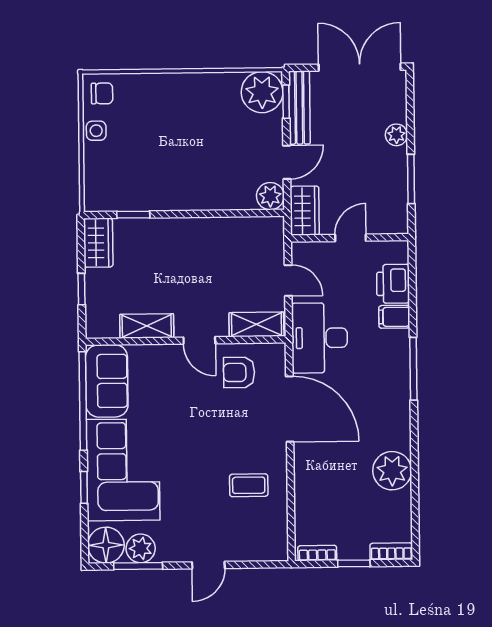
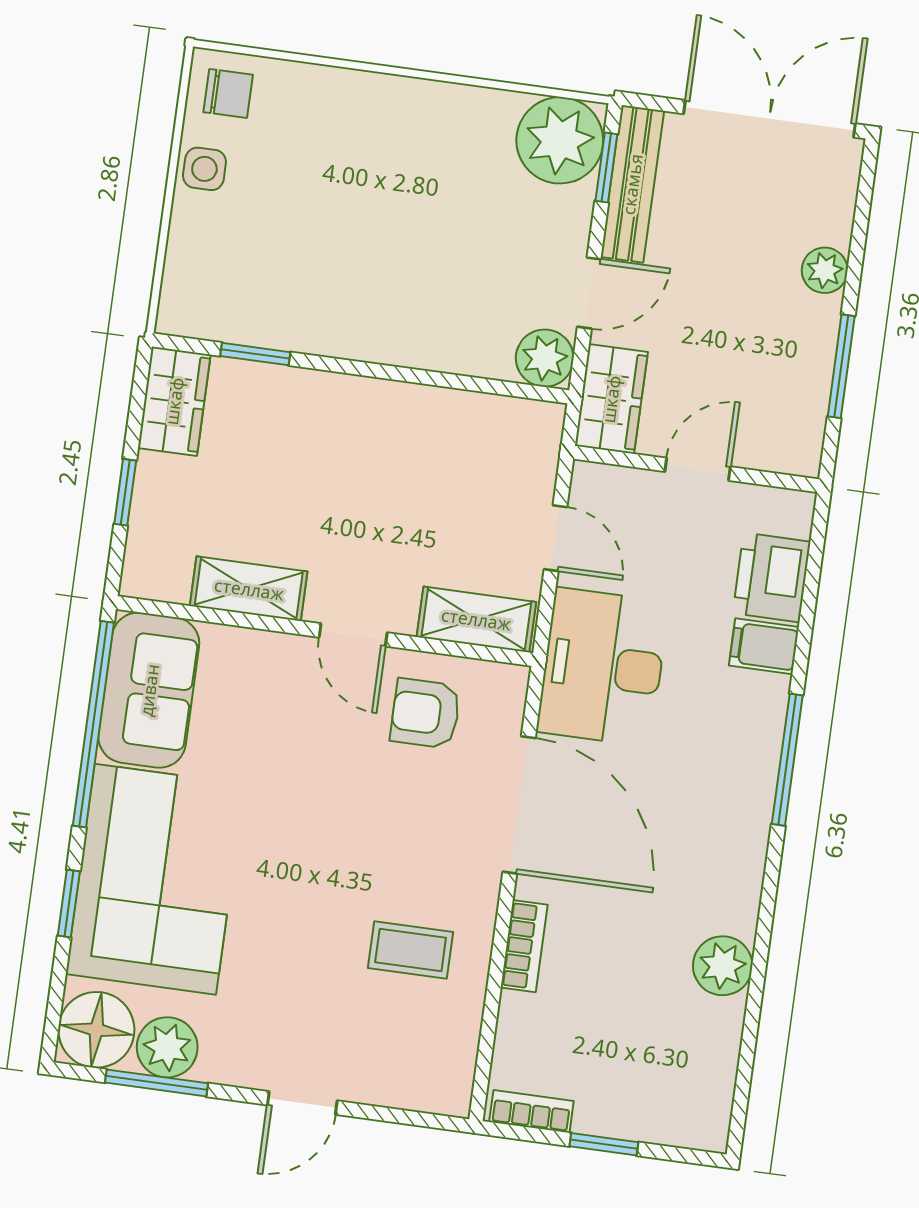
plant: (392, 471) -> (723, 966), width x0.73, depth x0.73
bookcase: (391, 551) -> (524, 946), moved, turned 90

